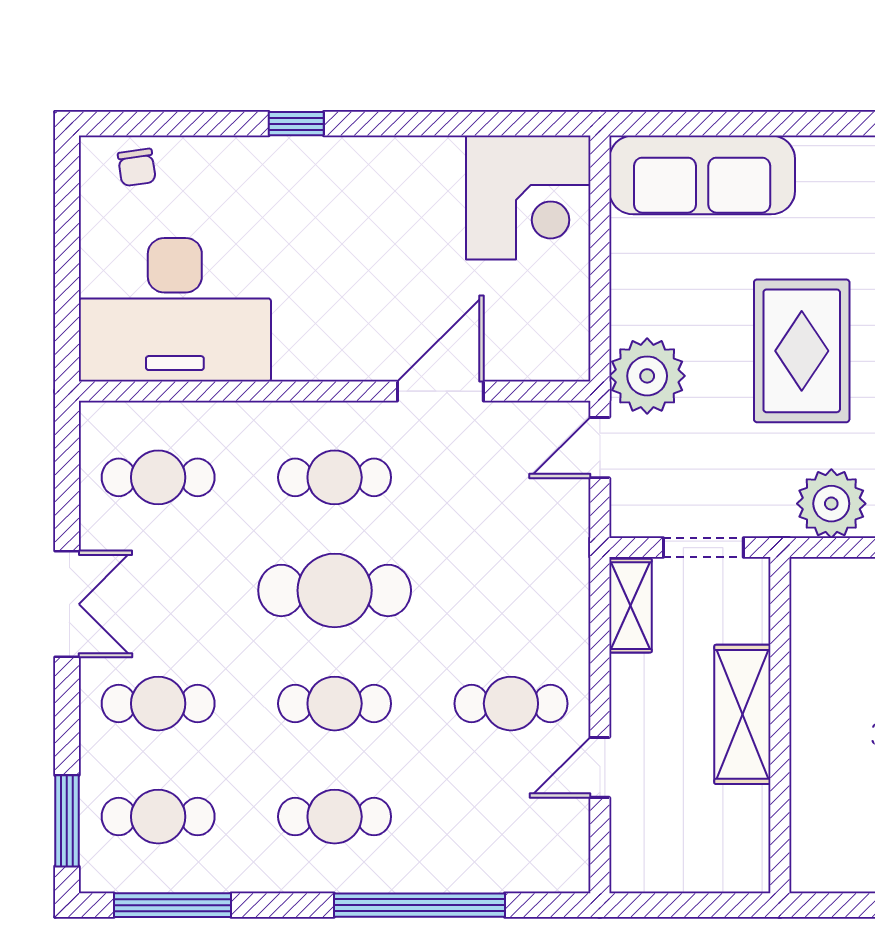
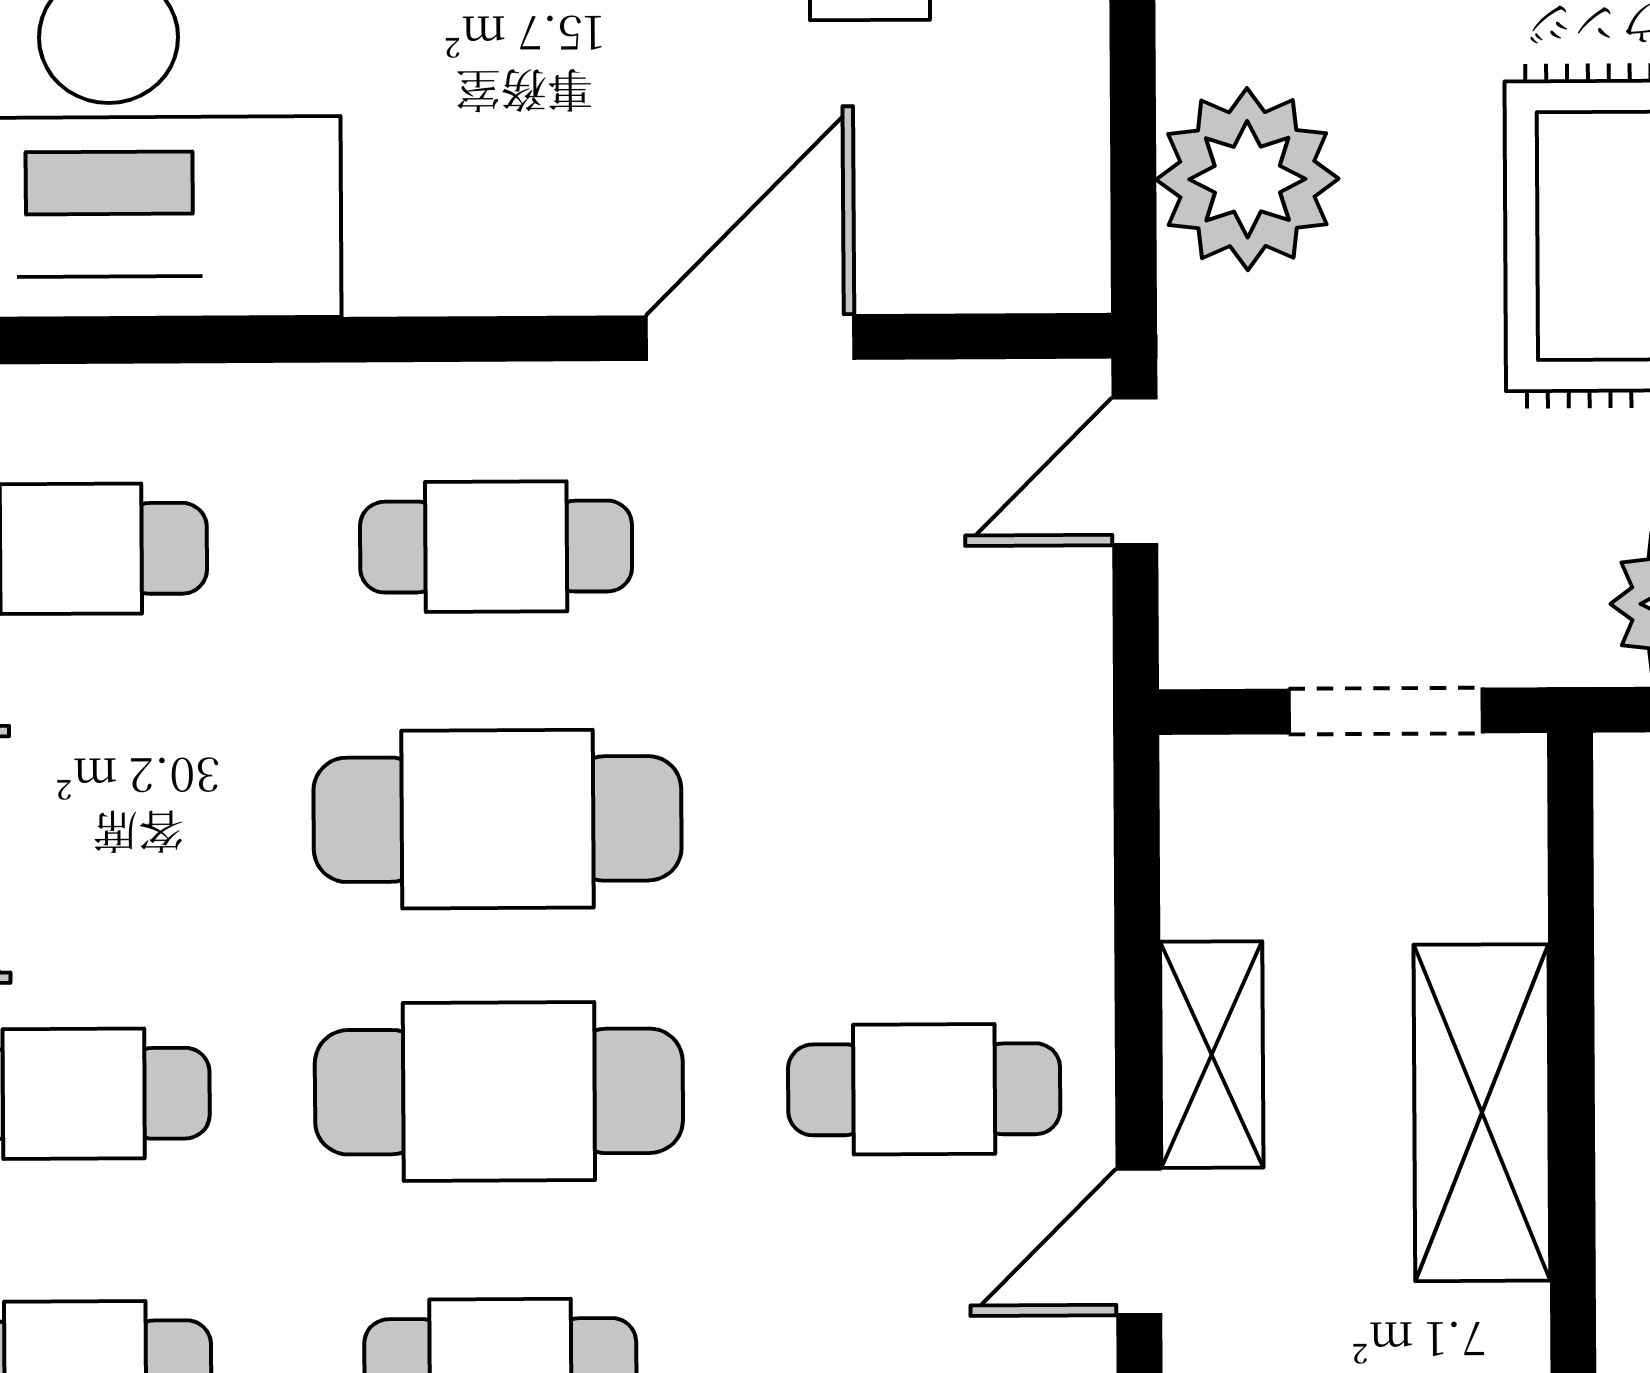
plant: (647, 376) -> (1247, 179), moved
shelving: (630, 606) -> (1212, 1055), moved
cafe table: (335, 704) -> (499, 1092), width x1.37, depth x1.35

